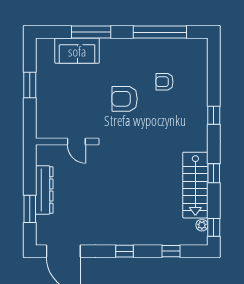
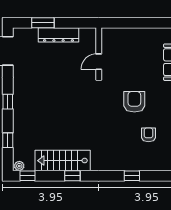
window: (30, 85) -> (146, 23), removed
window: (214, 115) -> (132, 176), moved
plant: (202, 225) -> (19, 166), moved

